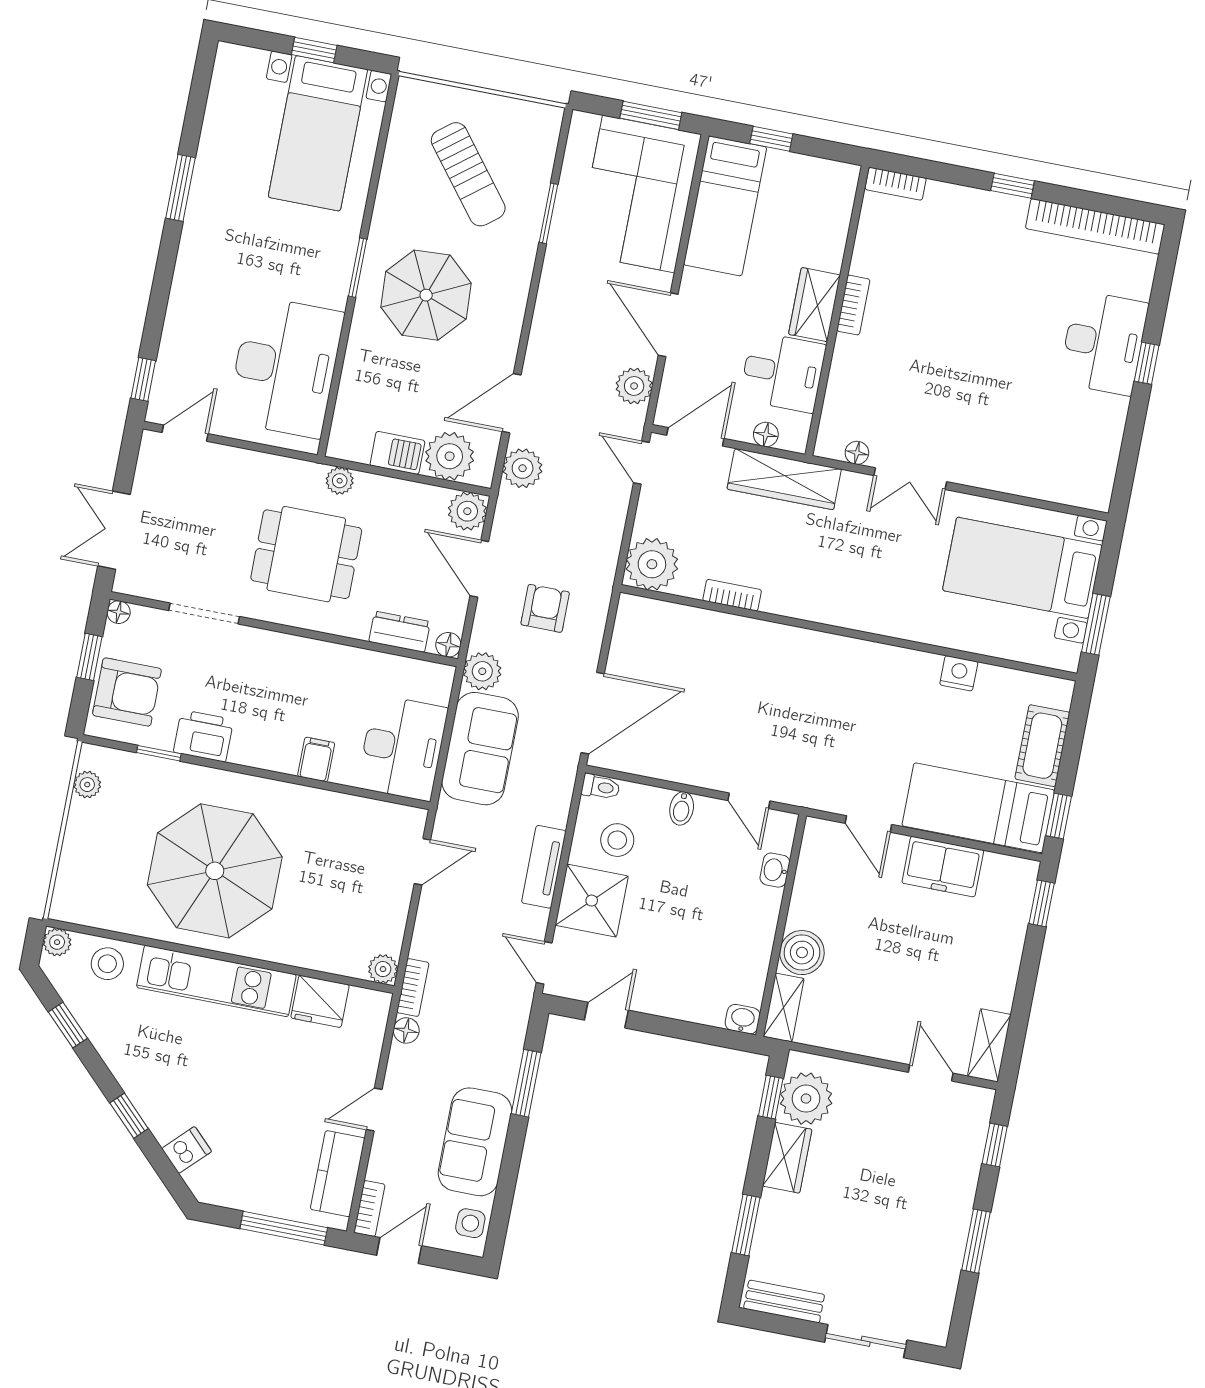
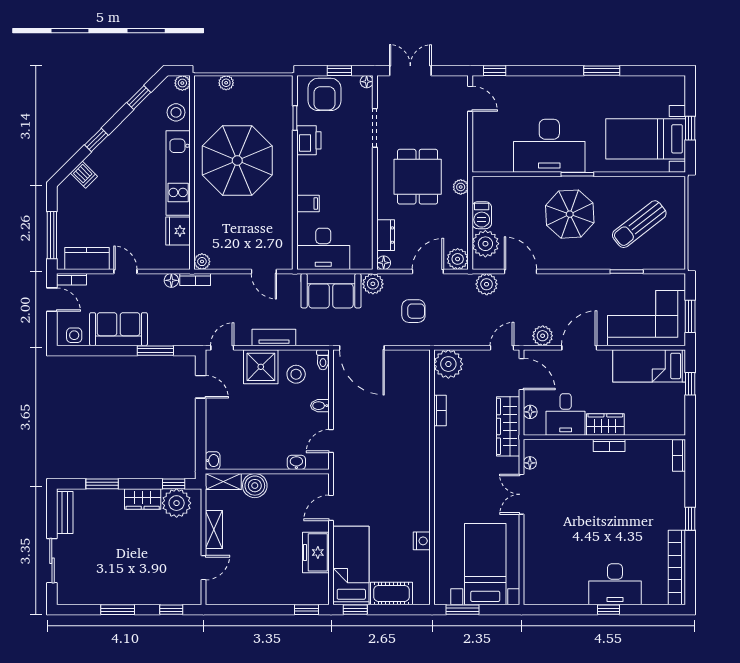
desk: (285, 367) -> (549, 146), moved
plant: (87, 785) -> (226, 83), moved
shelving: (989, 1045) -> (214, 529), moved, turned 90

